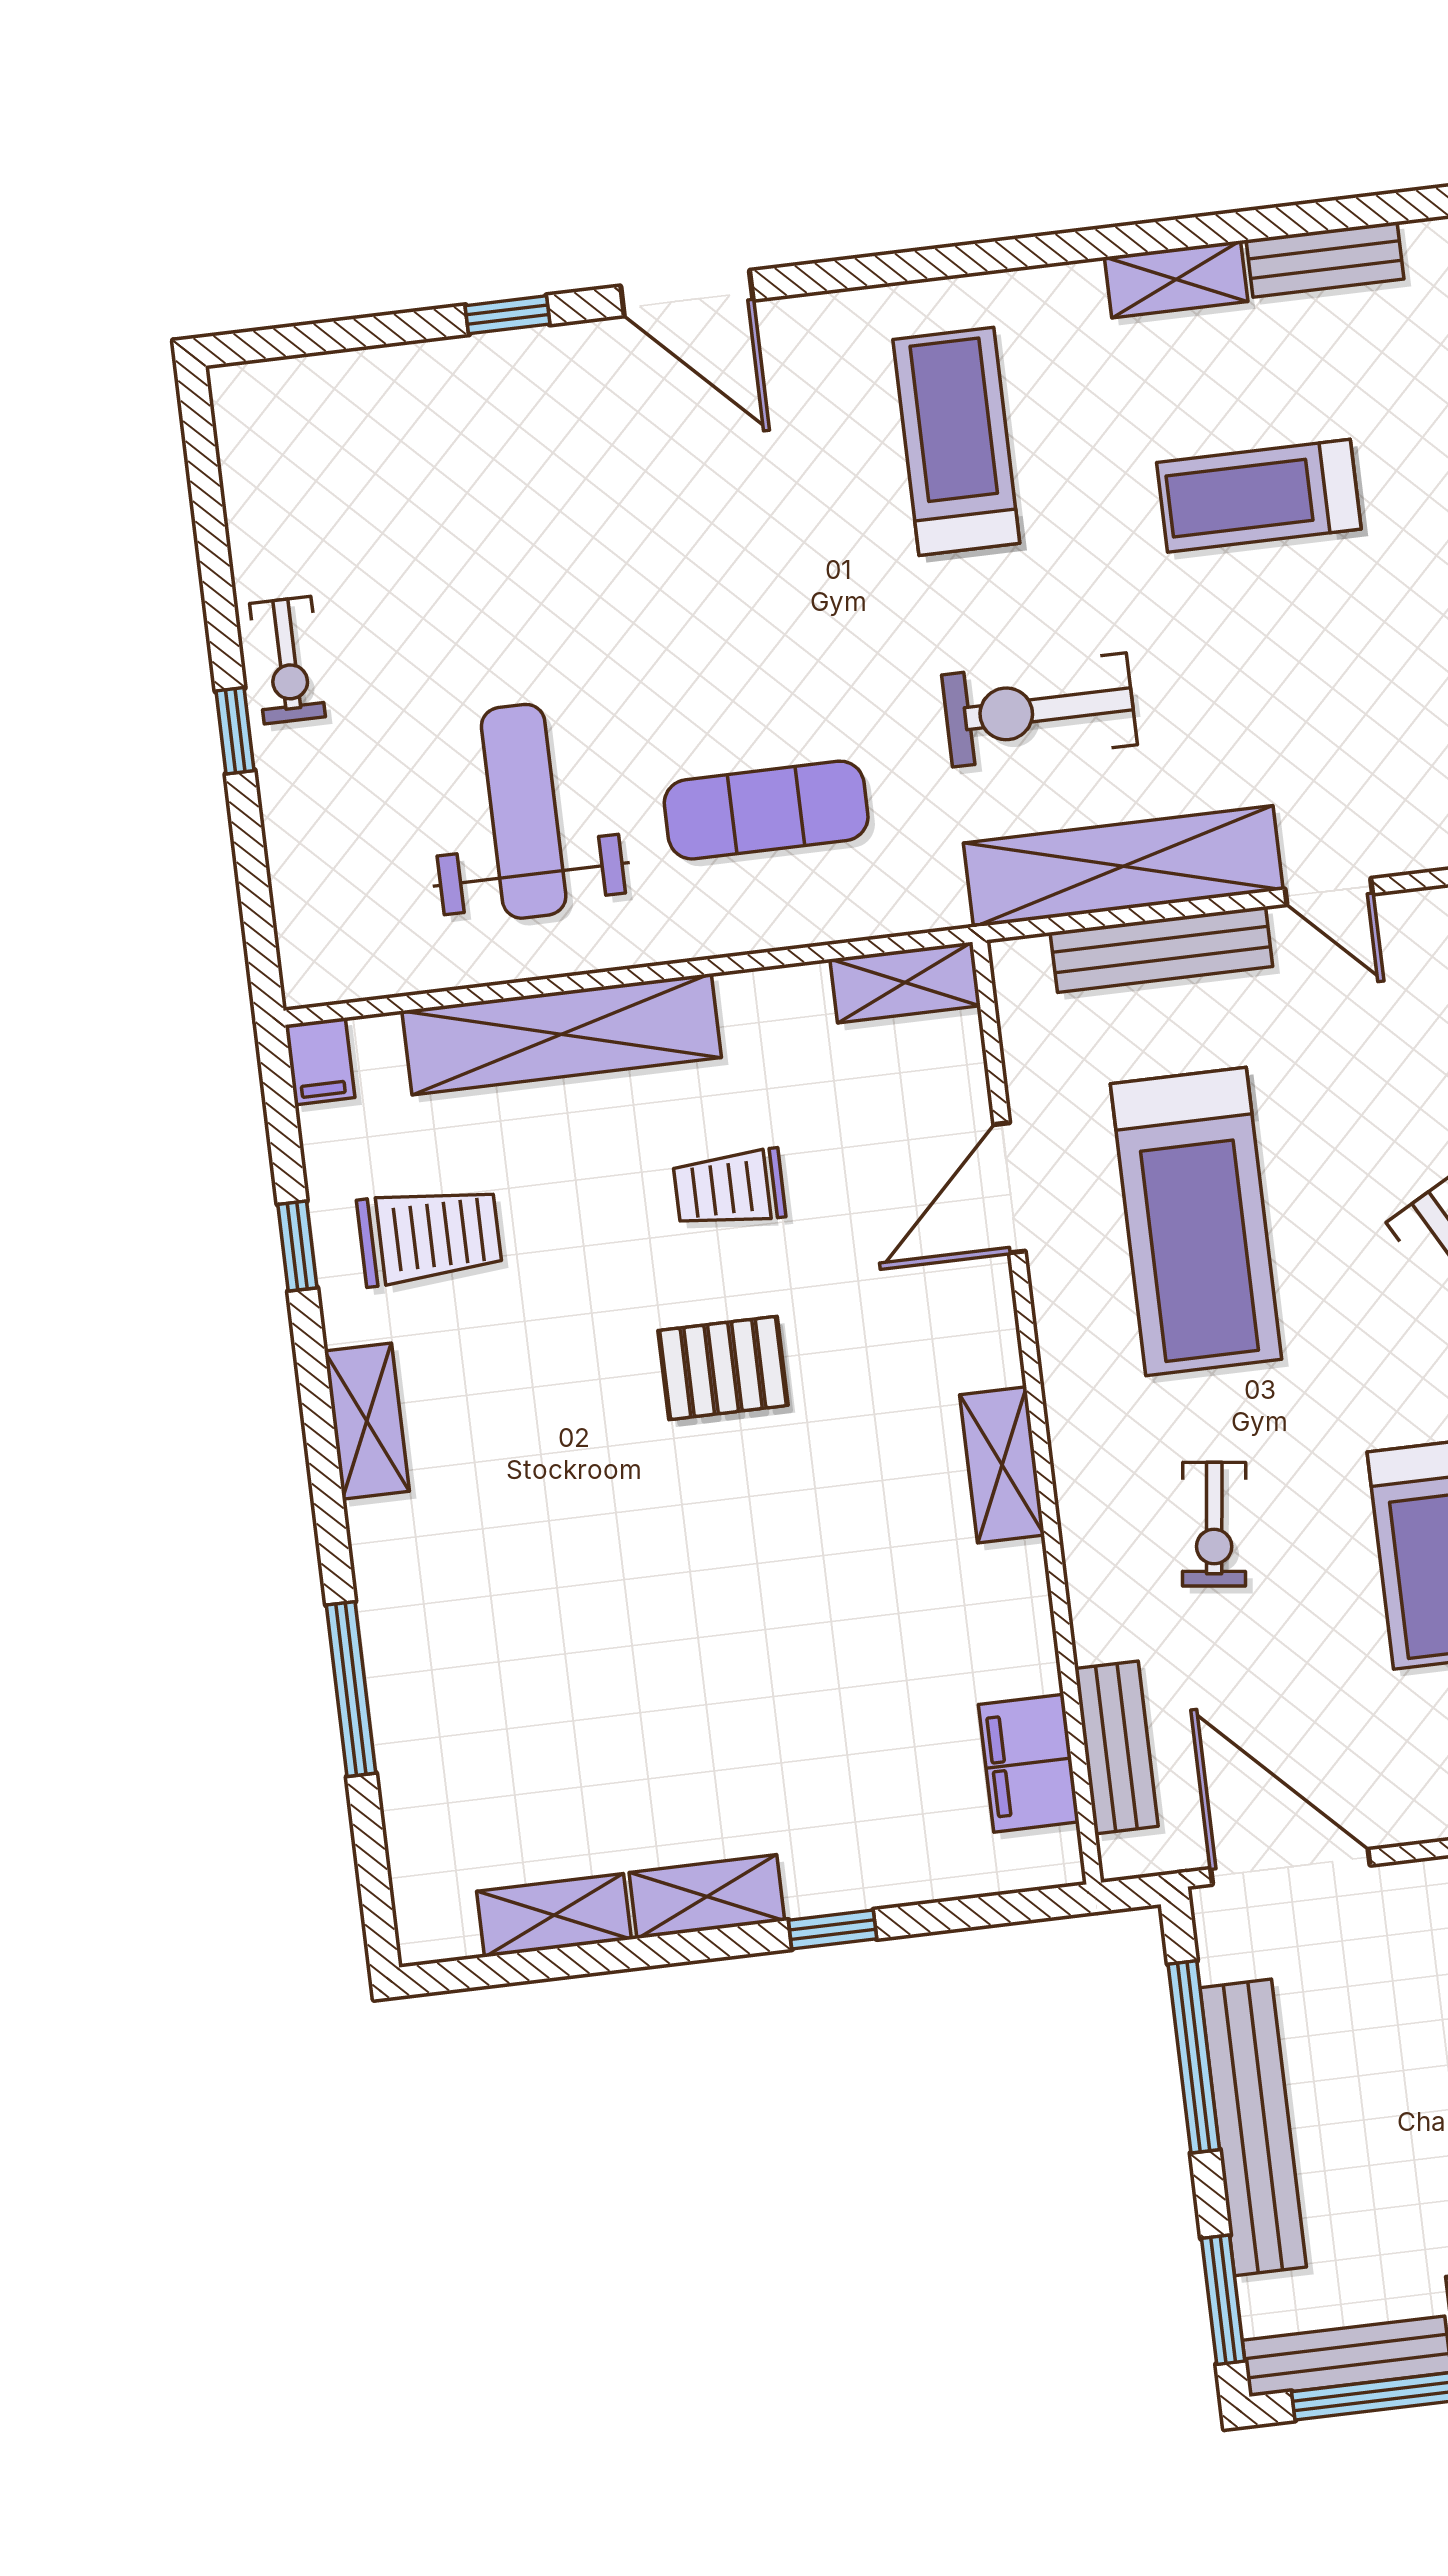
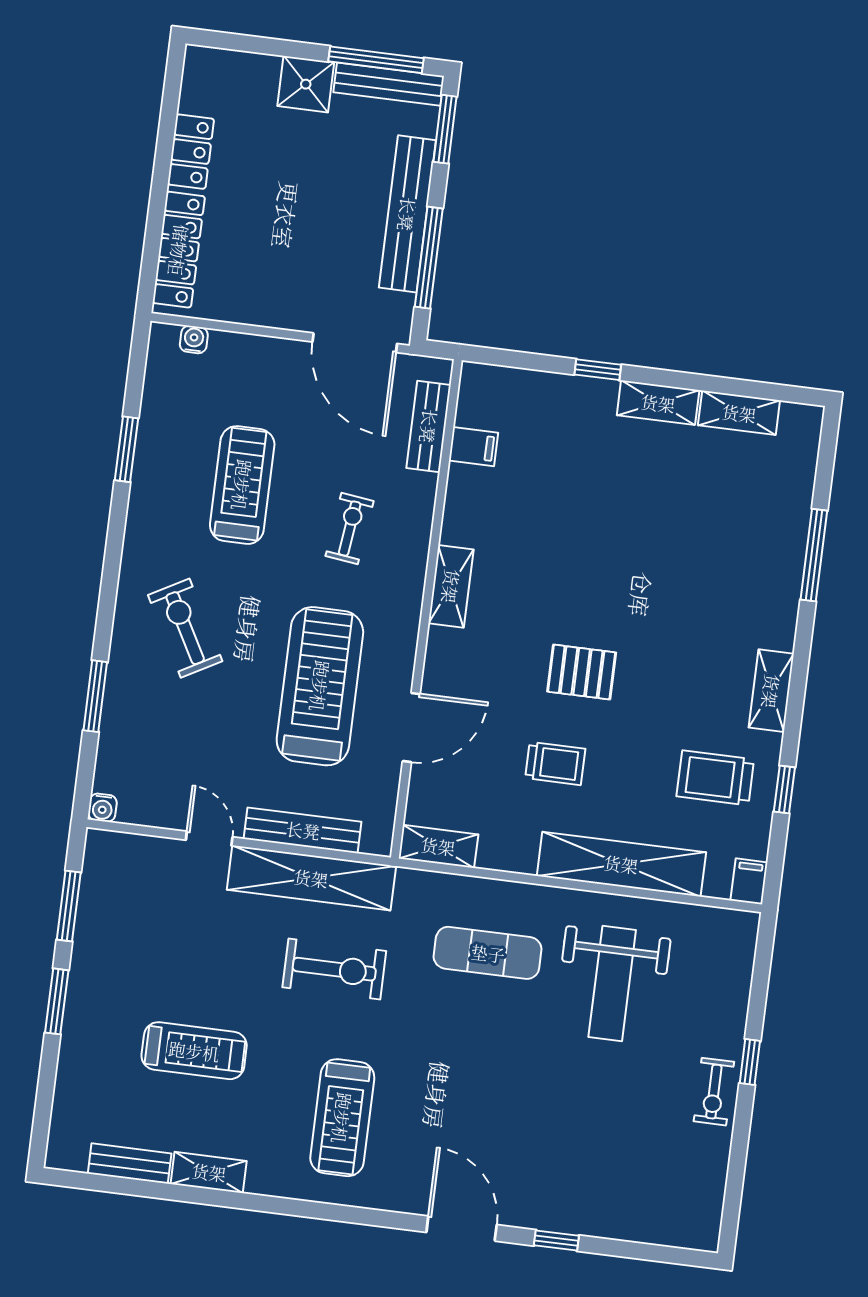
exercise bike: (288, 660) -> (714, 1092), turned 180
filing cabinet: (1029, 1763) -> (474, 447), width x0.50

